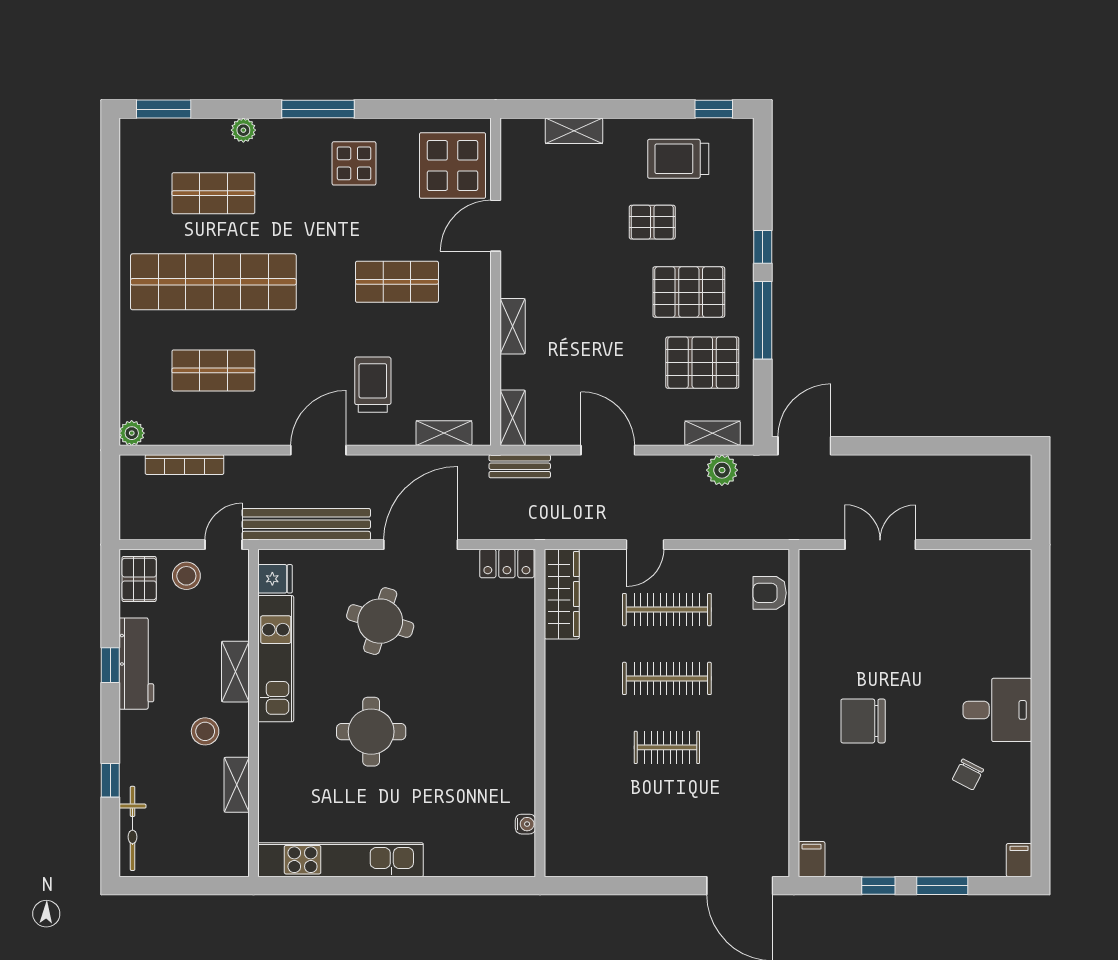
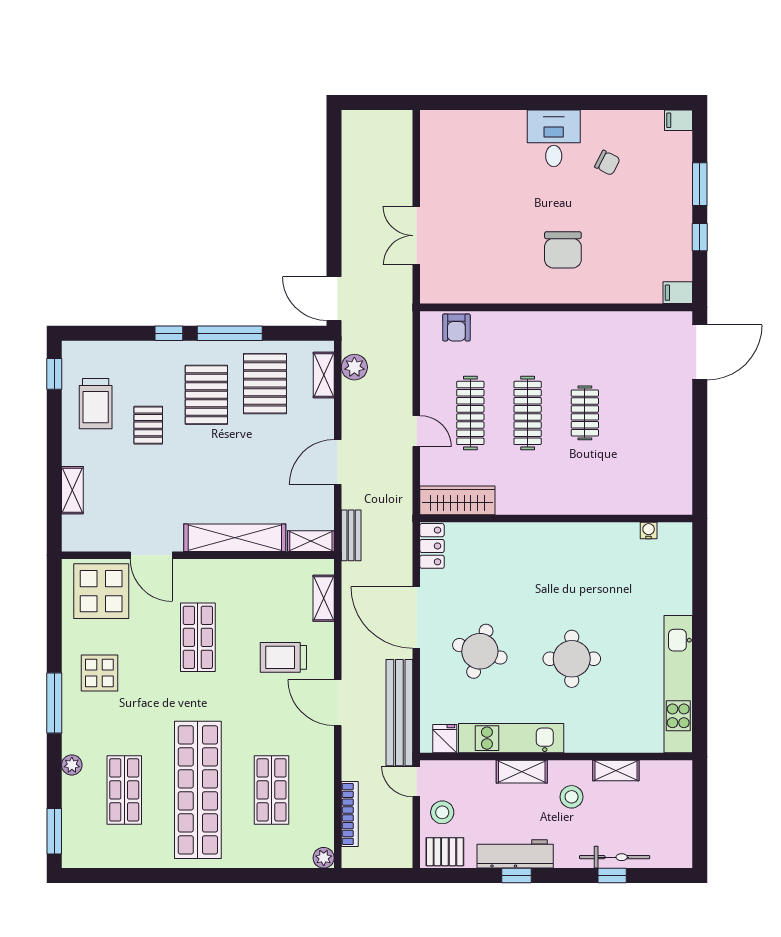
shelving: (513, 326) -> (235, 538), width x2.20, depth x1.33
bicycle: (133, 828) -> (615, 857), moved

